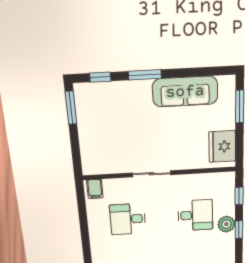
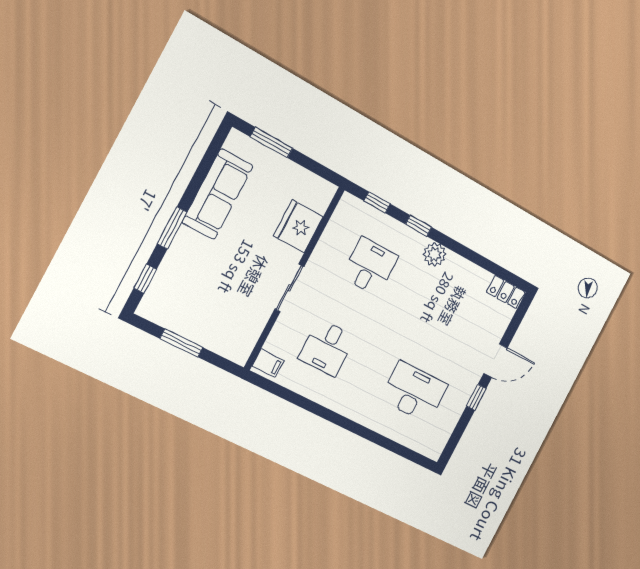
window: (71, 108) -> (181, 343), moved
fridge: (222, 146) -> (298, 226), moved, turned 90
plant: (226, 224) -> (435, 254), moved

